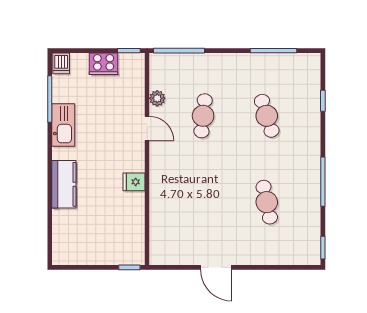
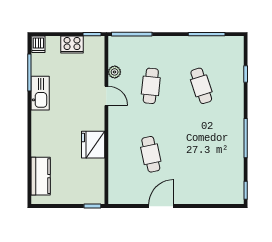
fridge: (134, 182) -> (93, 145), width x1.88, depth x1.34
kitchen counter: (64, 184) -> (41, 176), moved
cafe table: (267, 202) -> (151, 154), moved
door: (216, 267) -> (161, 206), swing flipped

